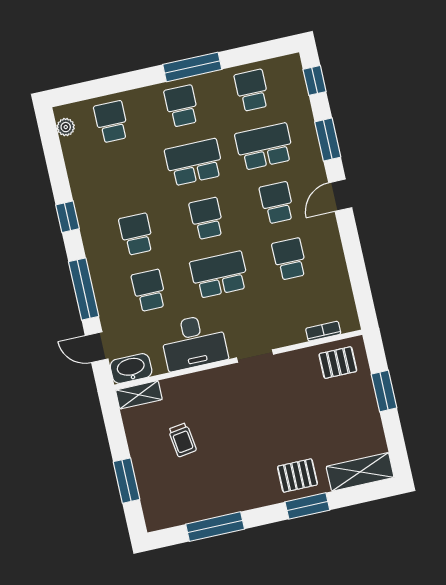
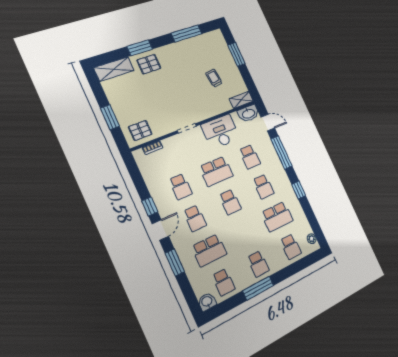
washbasin: (288, 67) -> (207, 302), added
window: (315, 80) -> (150, 206), moved
school desk: (194, 162) -> (277, 217), moved

